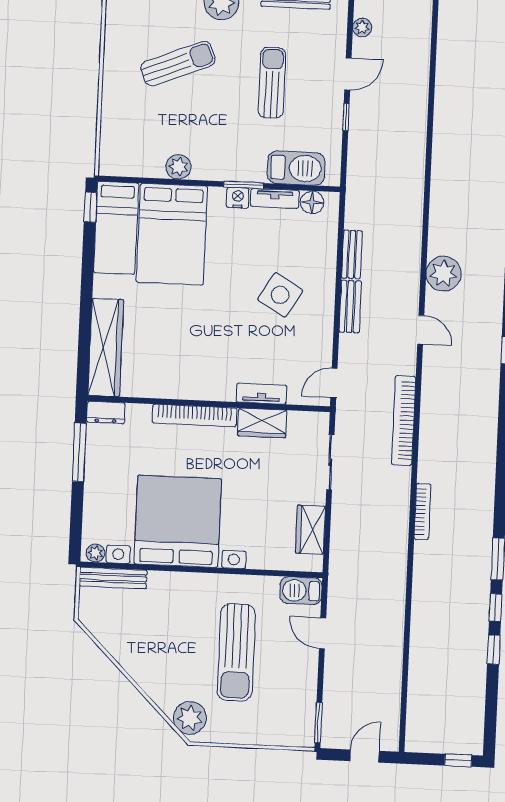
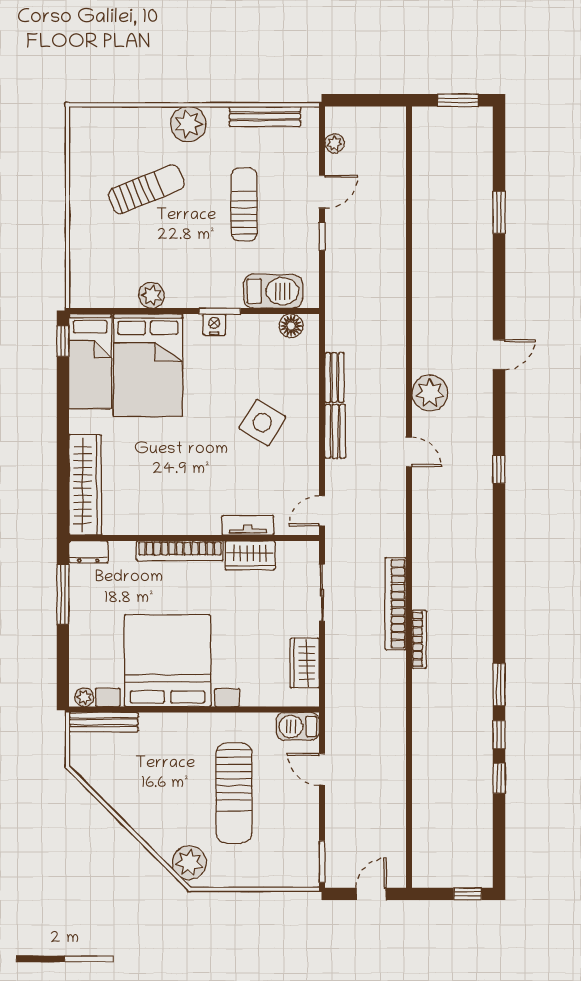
tv unit: (275, 198) -> (252, 323), removed
bookcase: (404, 421) -> (396, 604), moved

